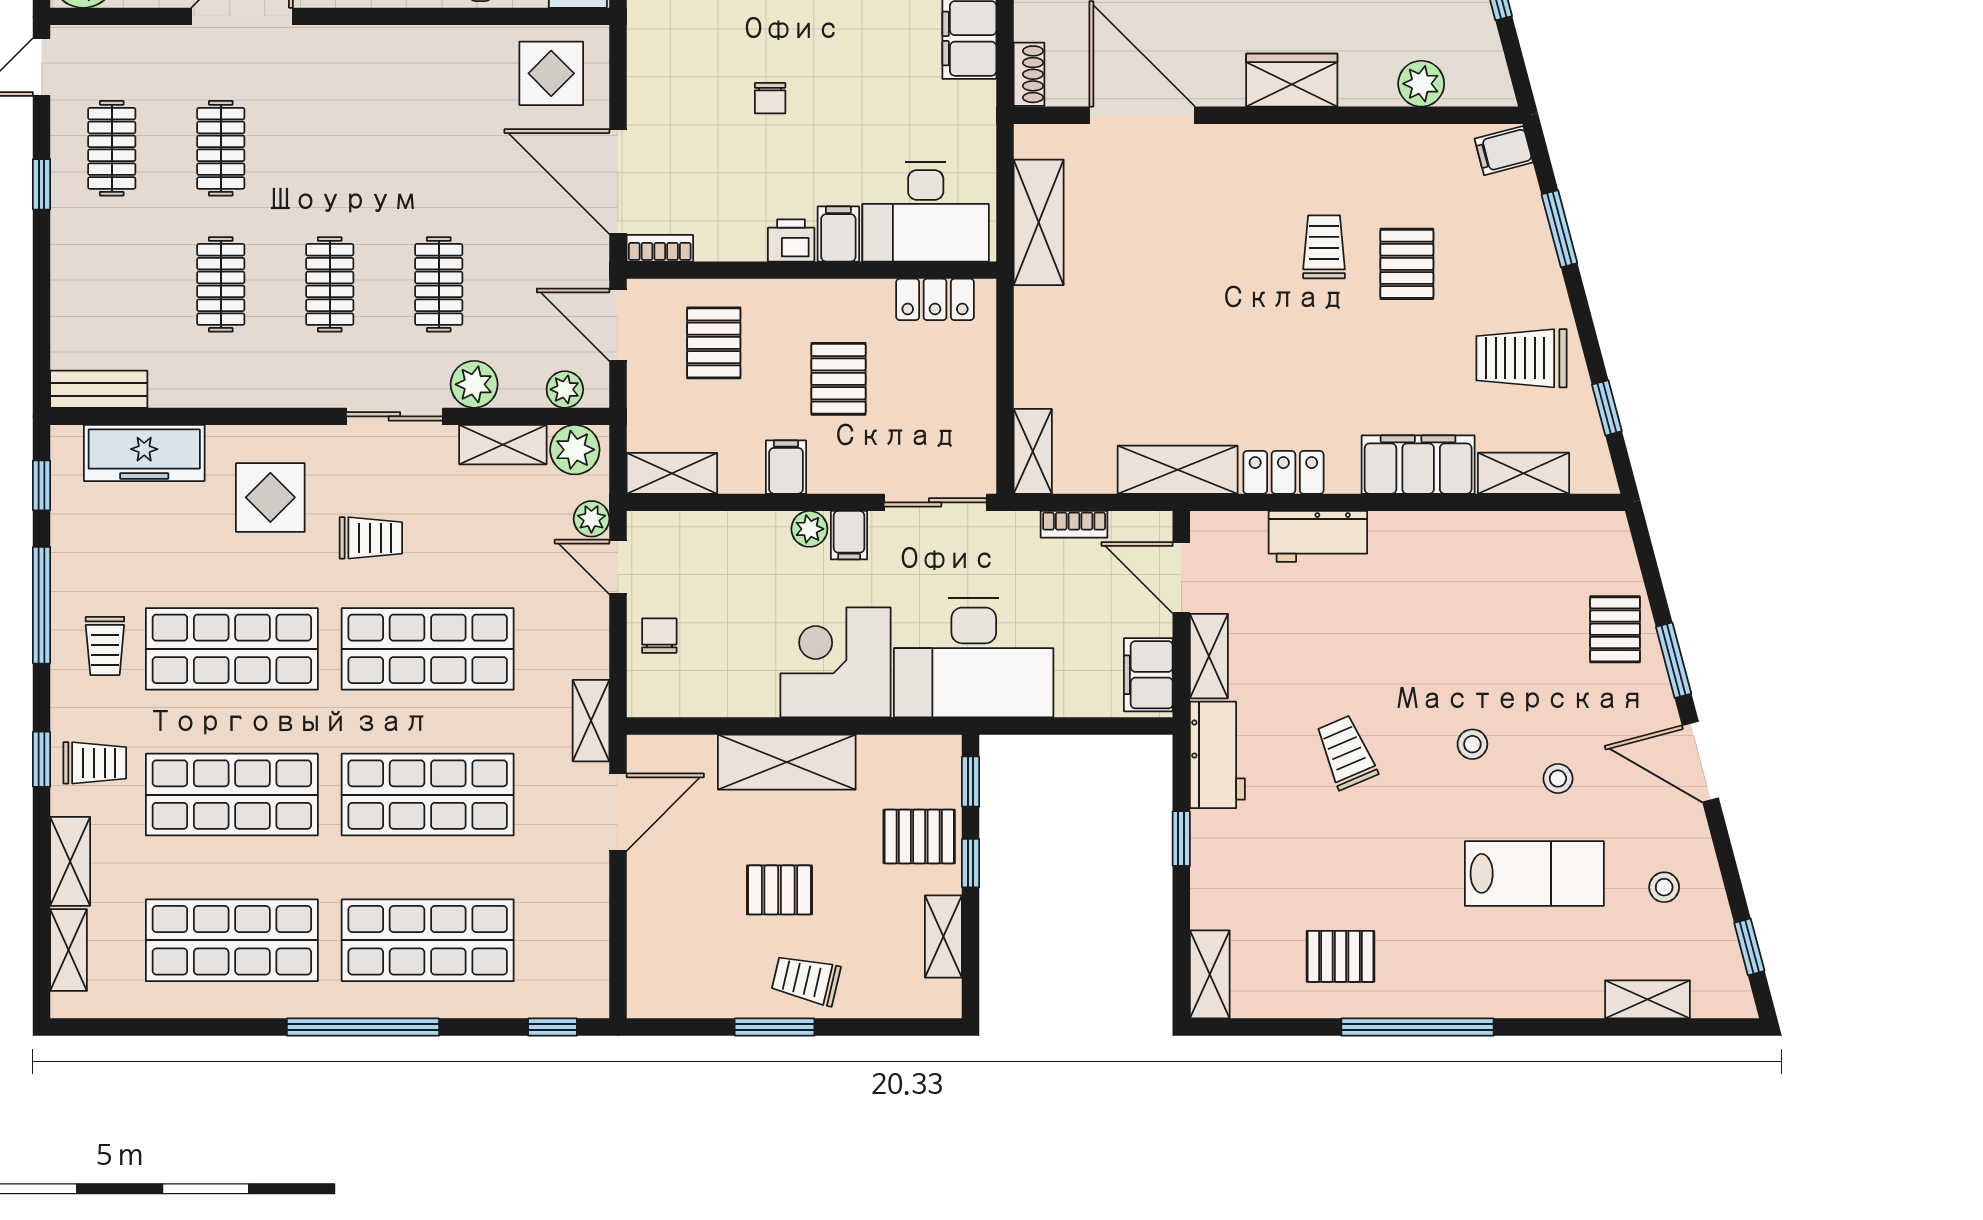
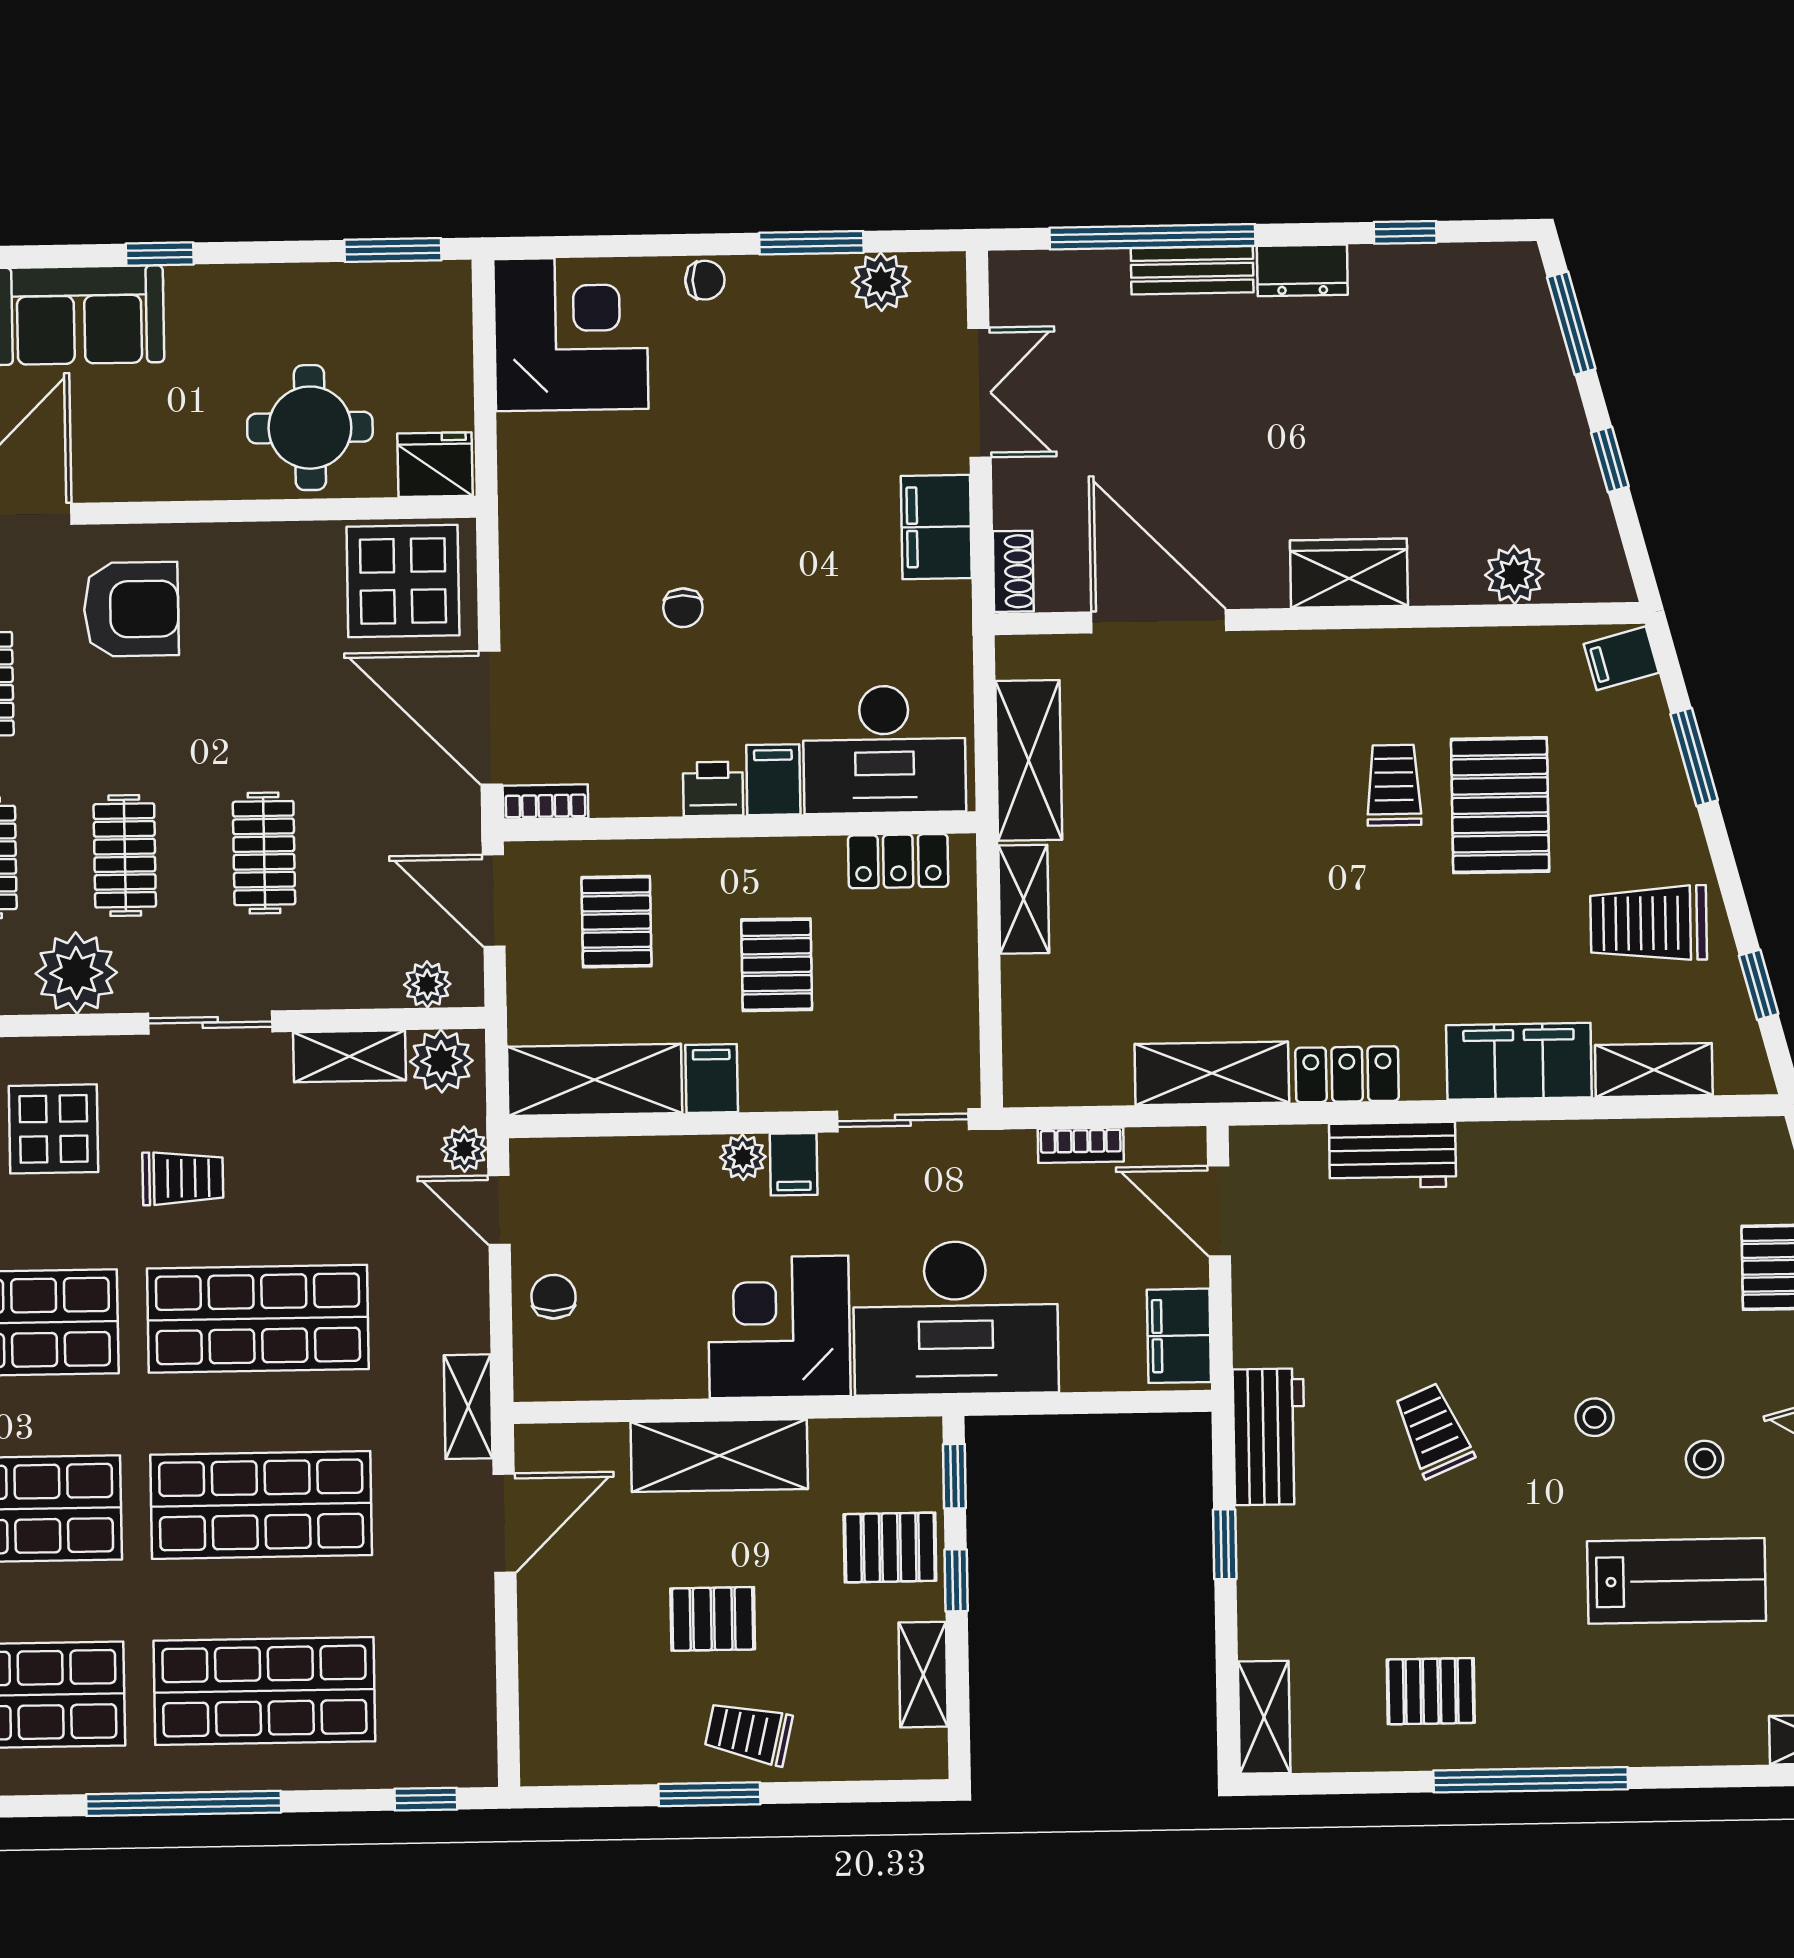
display table: (551, 73) -> (403, 581), width x1.36, depth x1.36
armchair: (338, 92) -> (131, 609), added
pallet: (1407, 264) -> (1500, 805), width x1.50, depth x1.42
plant: (474, 384) -> (76, 973), moved, width x1.36, depth x1.36
shelving: (1033, 451) -> (1024, 899), moved
shelving: (672, 473) -> (595, 1080), width x1.50, depth x1.33
shelving: (1209, 656) -> (1256, 1311), removed

